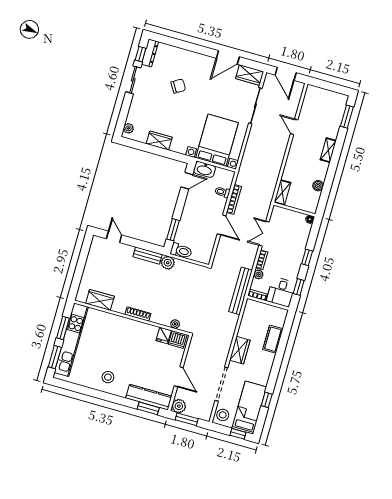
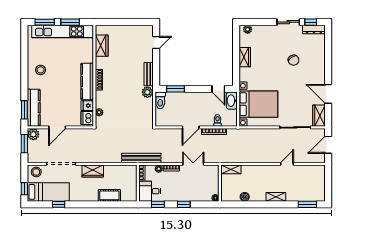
kitchen counter: (136, 328) -> (87, 81), added

